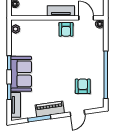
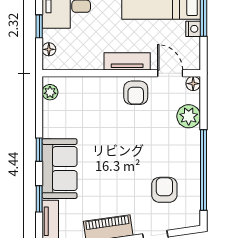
plant: (97, 43) -> (189, 116), added

